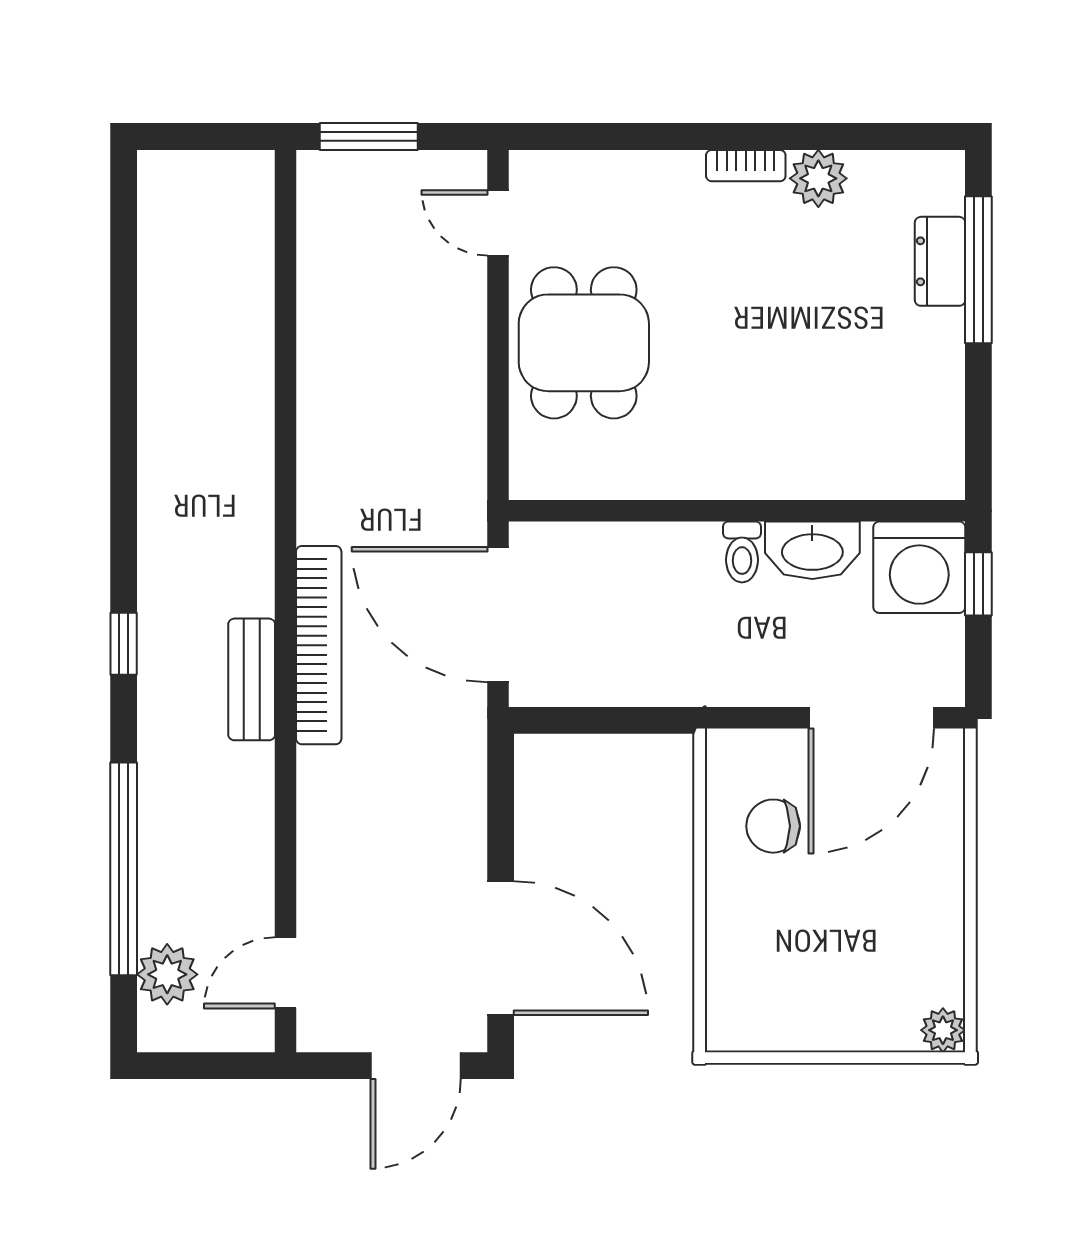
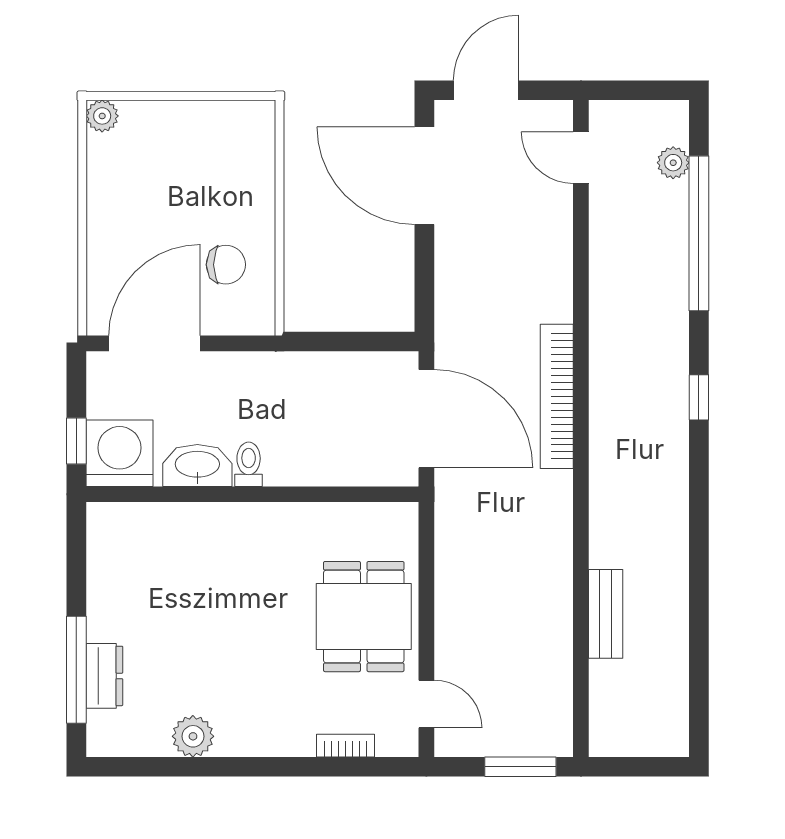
bookcase: (746, 166) -> (346, 746), moved
bench: (252, 679) -> (606, 614), moved
door: (286, 973) -> (581, 158), swing flipped
plant: (167, 974) -> (673, 163), width x0.73, depth x0.73

